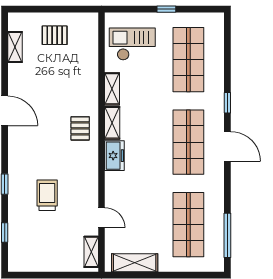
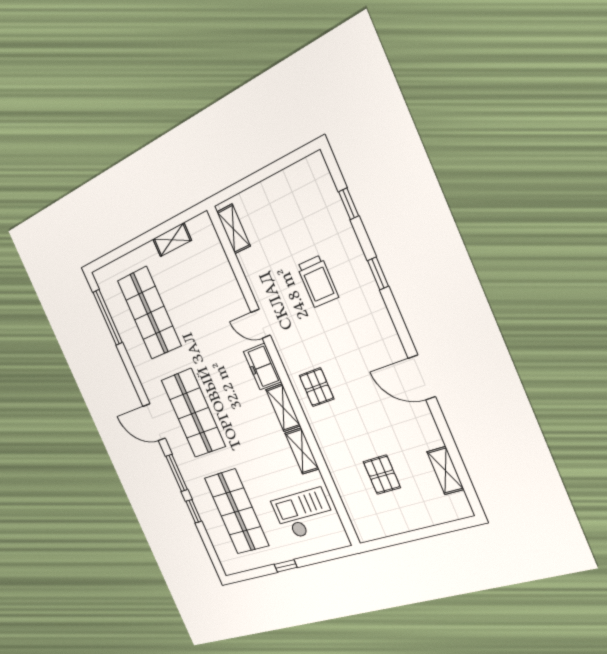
pallet: (55, 35) -> (382, 475), moved, turned 90
checkout: (132, 44) -> (304, 514), turned 180
window: (227, 70) -> (194, 511), added
window: (227, 103) -> (177, 473), width x1.50
door: (101, 218) -> (261, 324), moved
shelving: (135, 263) -> (172, 240), width x0.67, depth x0.75

